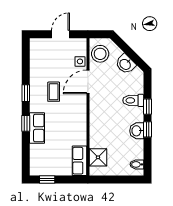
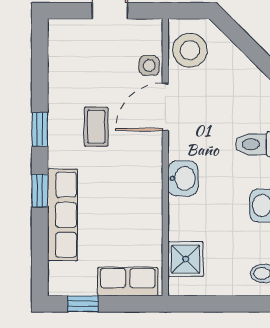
washbasin: (125, 64) -> (183, 178), moved, turned -135
row of seats: (37, 128) -> (62, 215), width x1.48
row of seats: (80, 161) -> (128, 282), moved, turned 90

